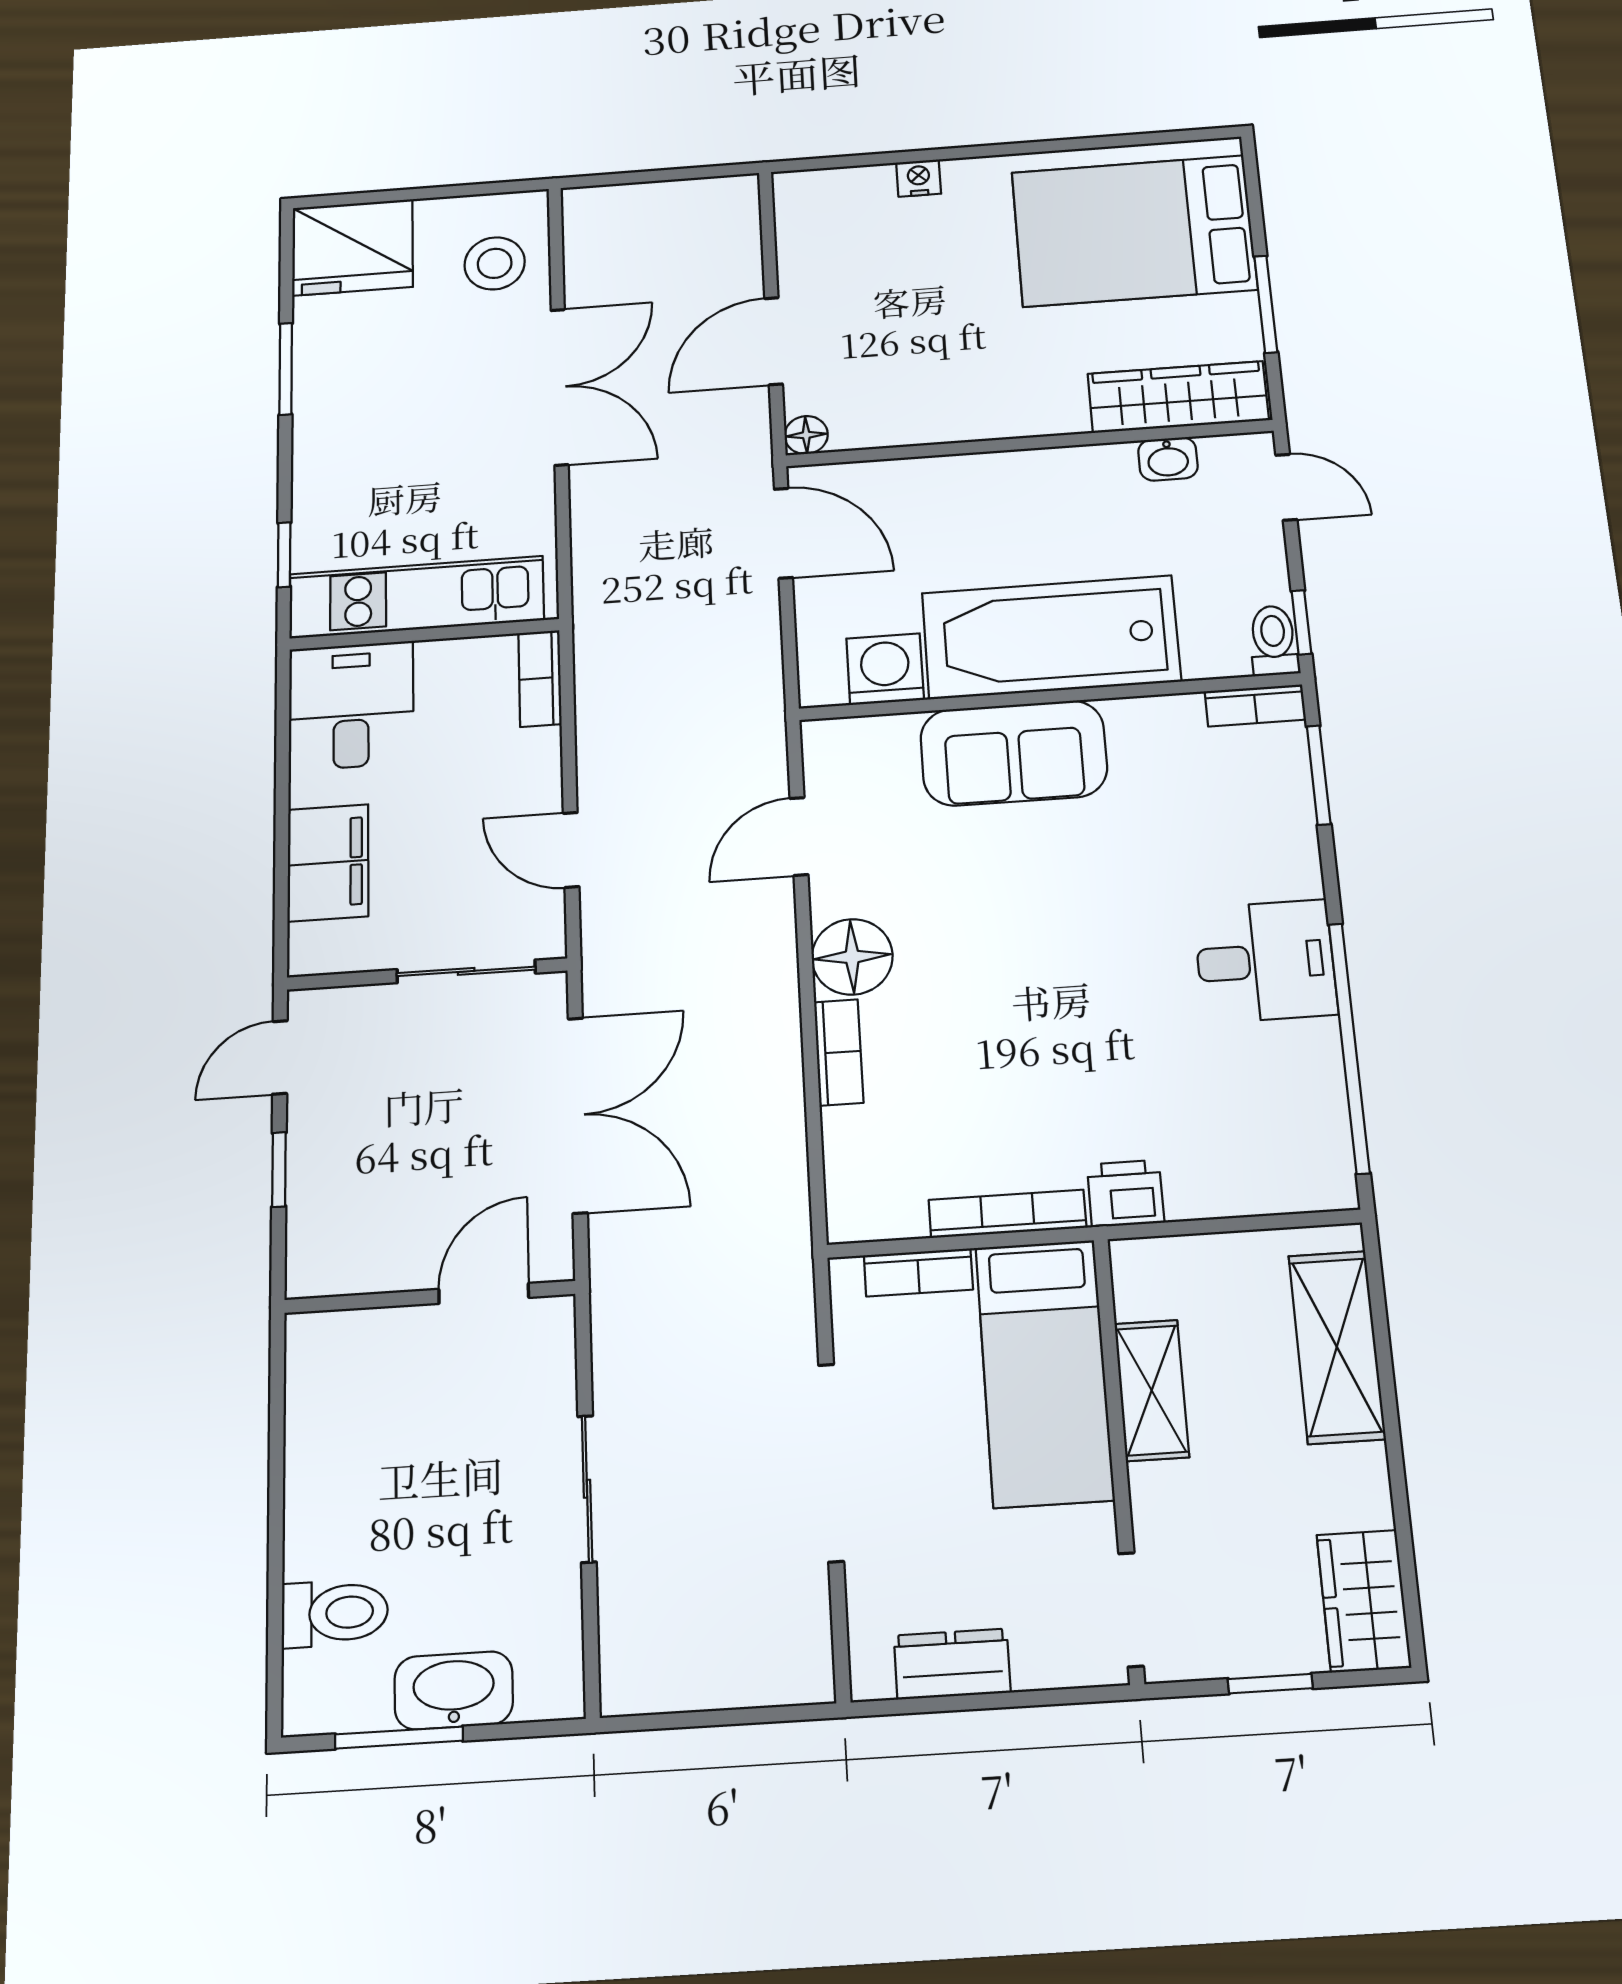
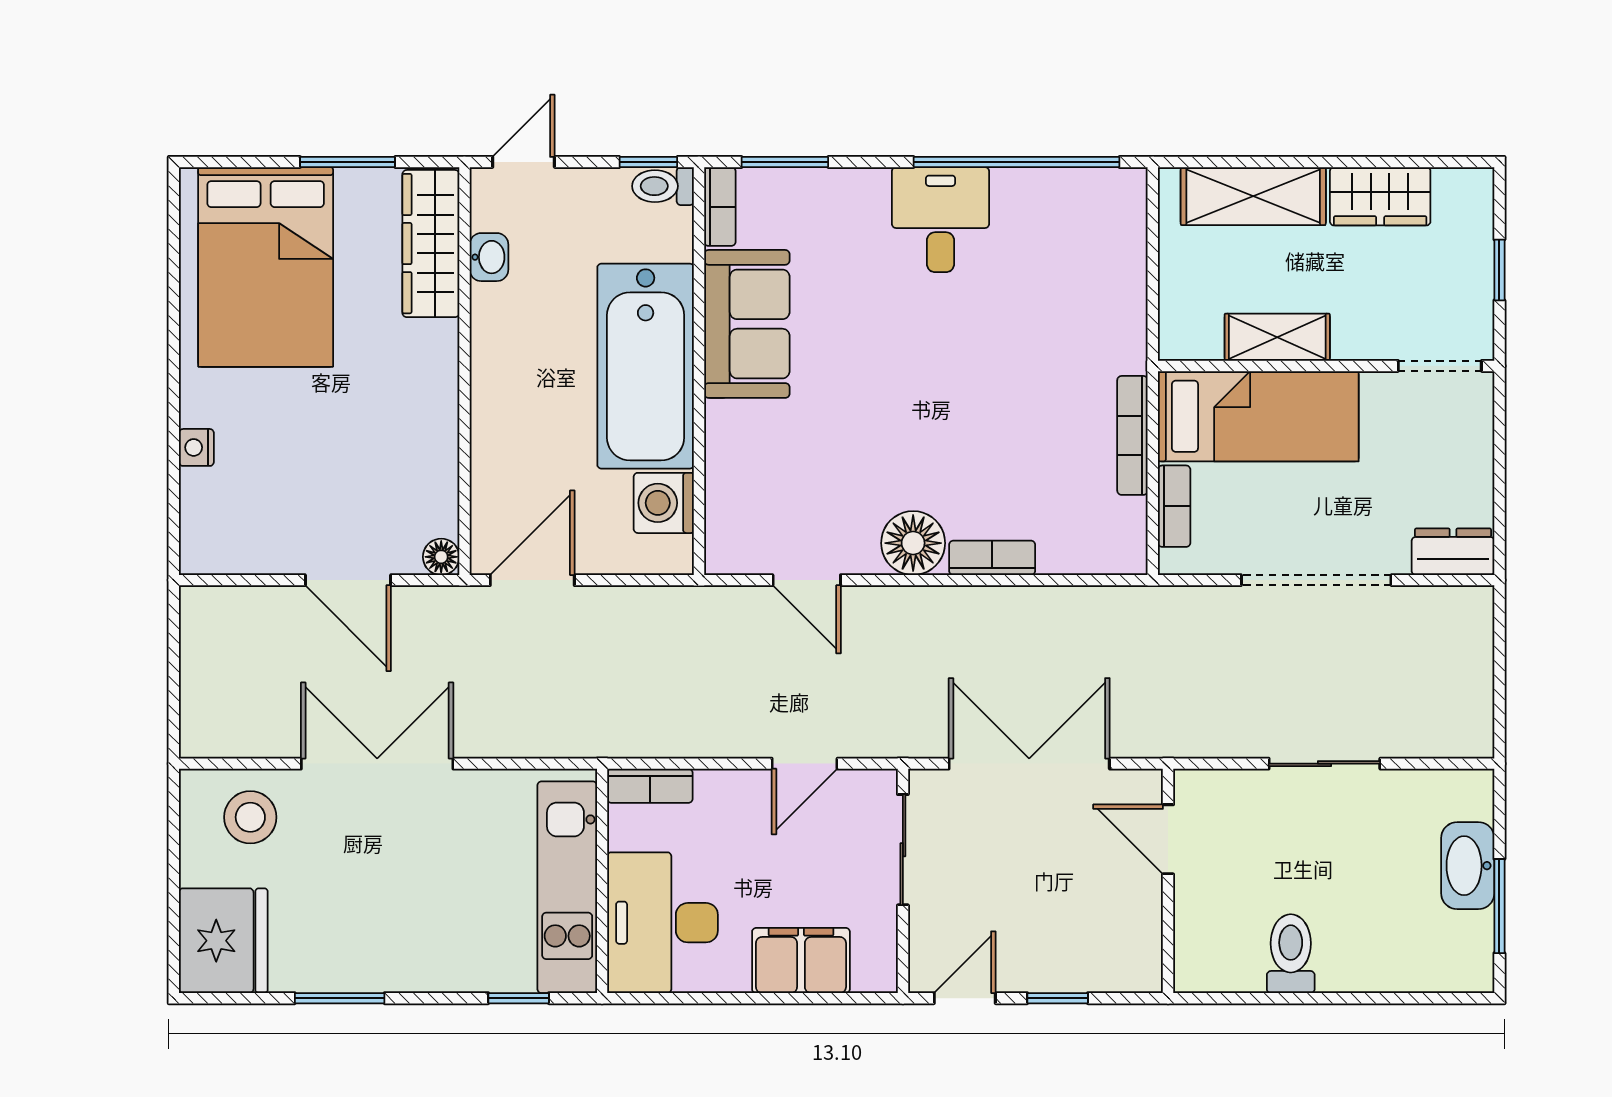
desk: (351, 706) -> (663, 923), width x1.37
sofa: (1014, 753) -> (747, 324), moved
door: (280, 1057) -> (965, 998), swing flipped
printer: (1125, 1193) -> (1122, 344), removed
wardrobe: (1364, 1601) -> (1380, 196), moved
toilet: (335, 1613) -> (1291, 954), moved
dresser: (952, 1664) -> (1453, 552), moved, turned 90

